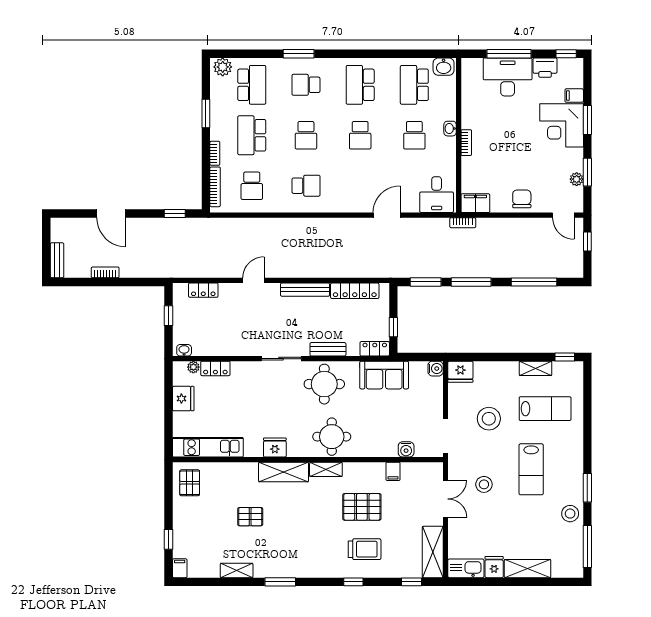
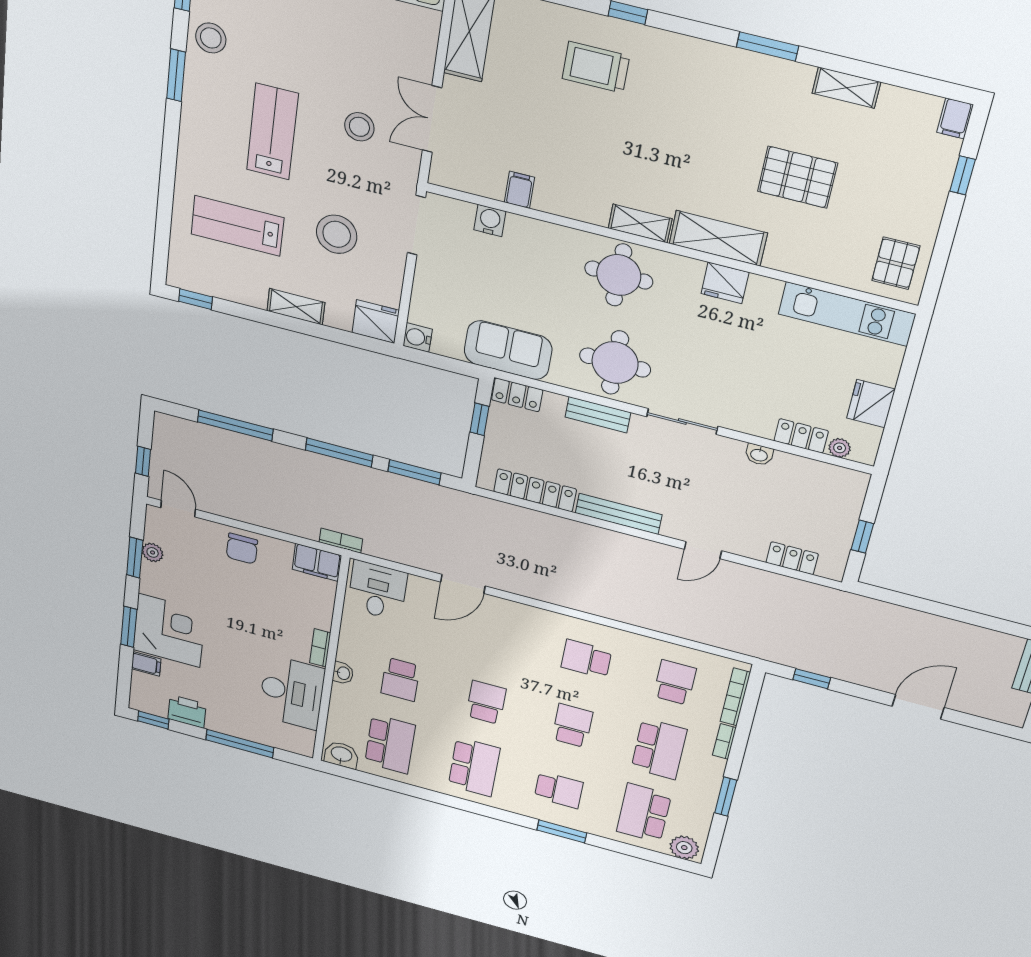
desk: (508, 77) -> (292, 692), moved, turned -90
school desk: (414, 135) -> (400, 679), turned 180
door: (111, 213) -> (918, 707), hinge flipped
bookcase: (105, 272) -> (954, 628), removed
washbasin: (184, 350) -> (759, 455), moved
shelving: (536, 368) -> (296, 307), moved
pallet: (362, 507) -> (587, 143), removed
pallet: (250, 517) -> (797, 177), width x1.50, depth x1.42

